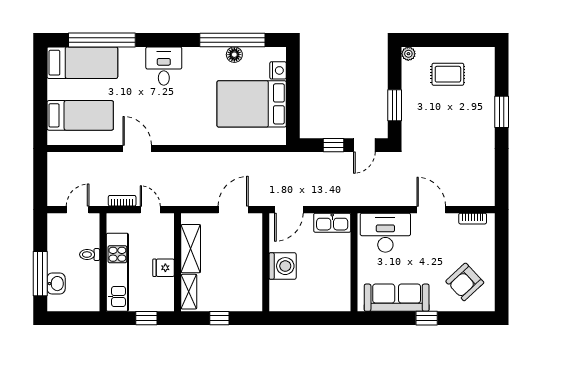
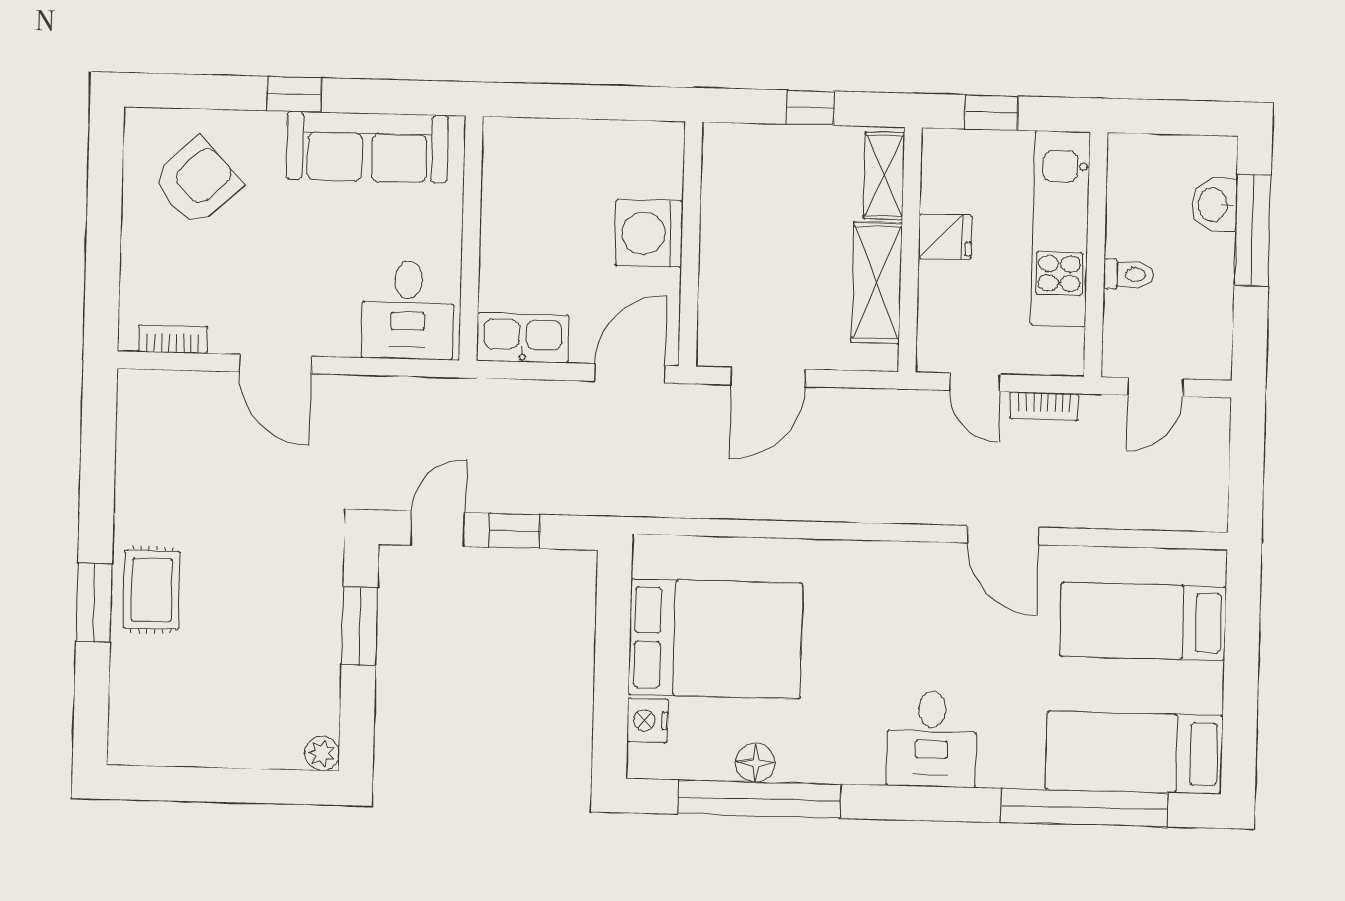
rug: (448, 74) -> (152, 590), moved, turned 90
desk: (385, 233) -> (408, 310), width x0.73

